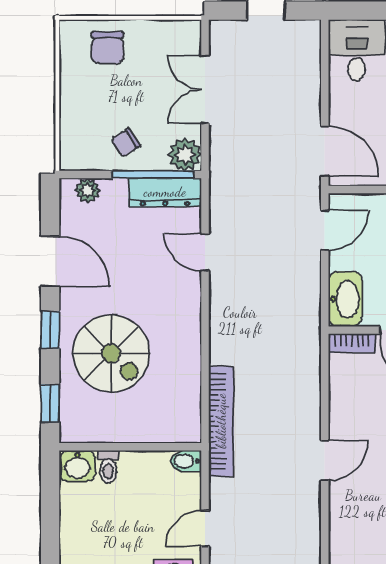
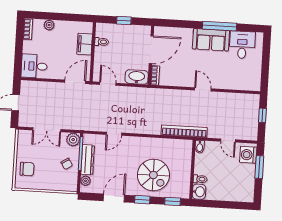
dresser: (165, 192) -> (88, 160), moved
spiral stairs: (111, 353) -> (153, 175), turned 90

